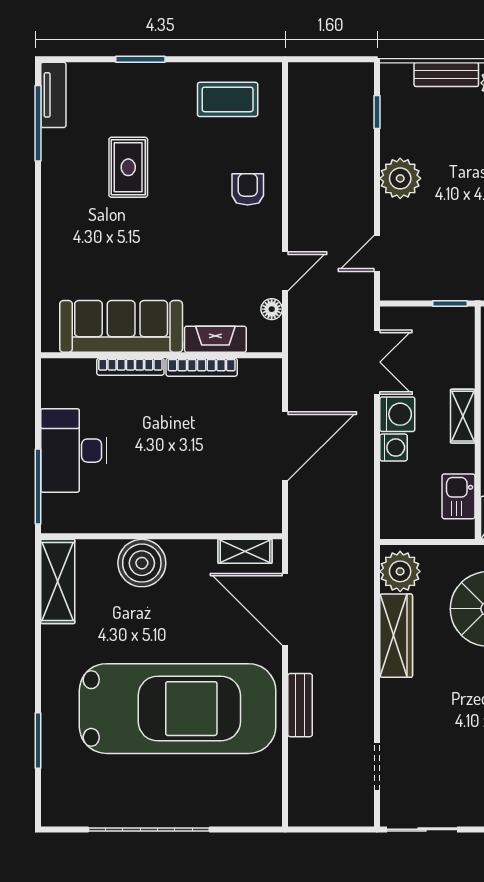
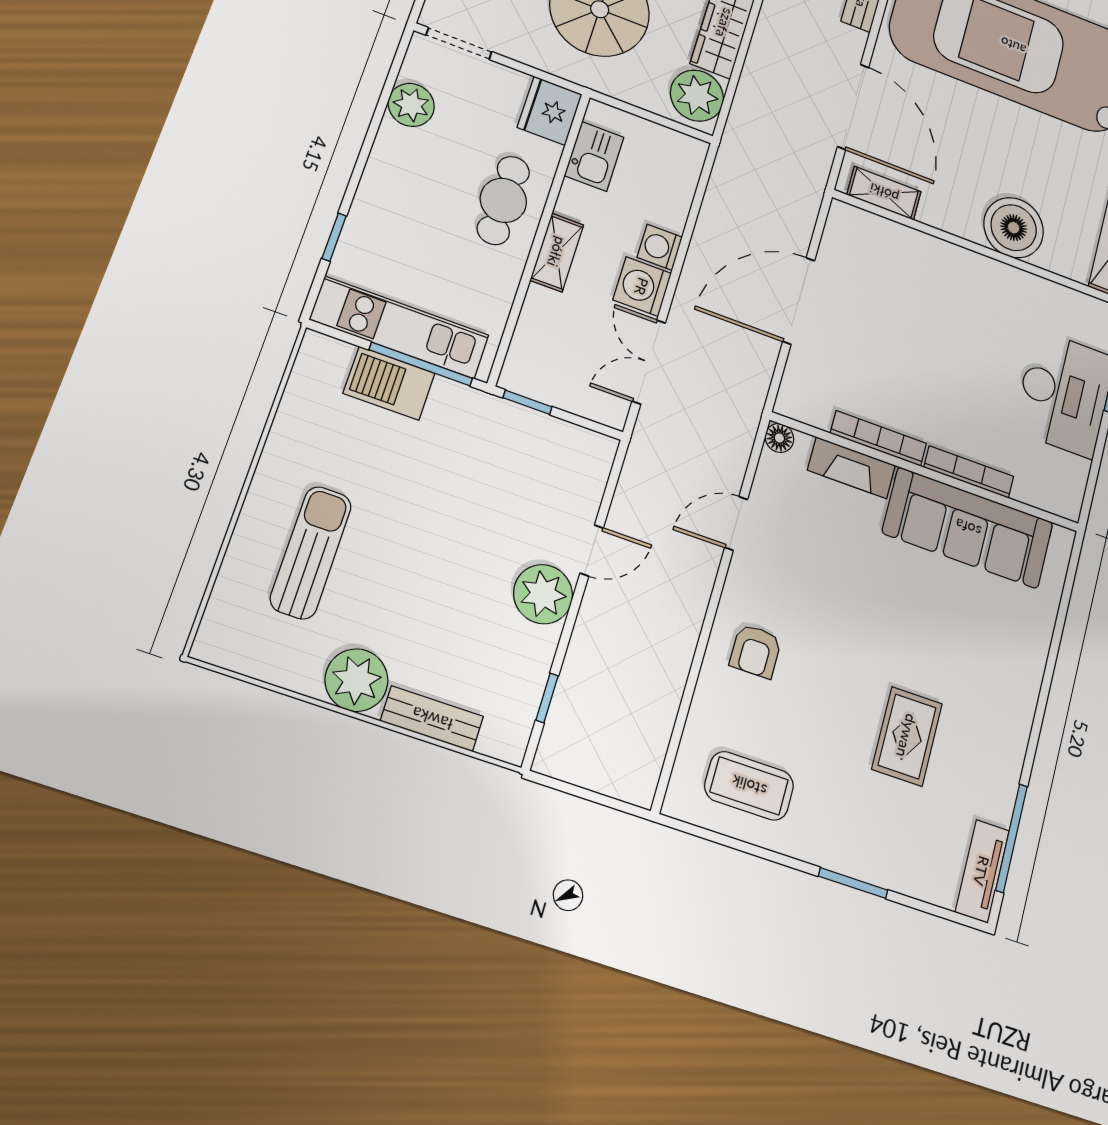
door: (377, 253) -> (592, 551), moved
floor lamp: (272, 309) -> (779, 438), moved

